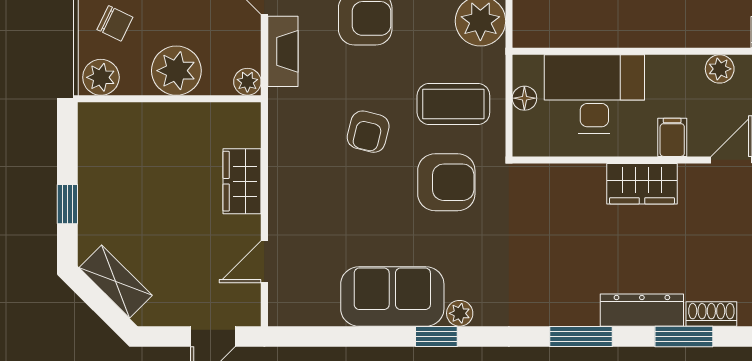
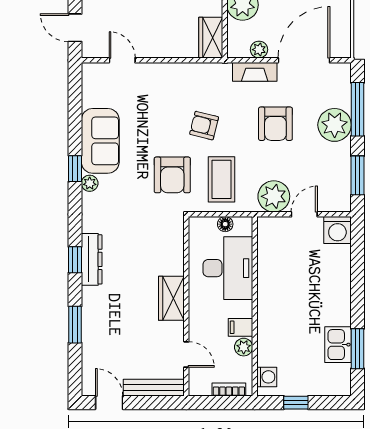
plant: (247, 82) -> (259, 50), moved
filing cabinet: (672, 137) -> (241, 327), moved, turned 180
wardrobe: (242, 181) -> (211, 38), moved, turned -90
dresser: (642, 310) -> (92, 259), moved
shoe rack: (711, 314) -> (89, 342), removed
window: (581, 337) -> (75, 260), width x0.67

